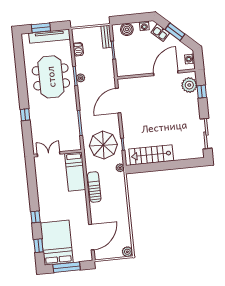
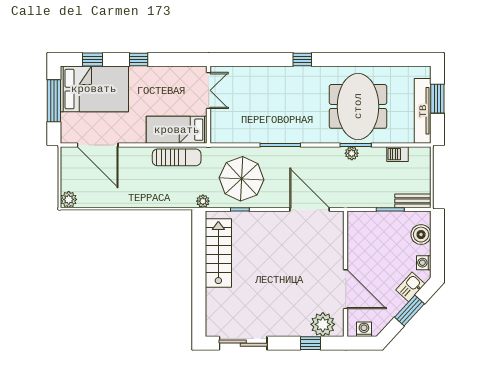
meeting table: (51, 77) -> (358, 106), turned 90
wall: (57, 153) -> (209, 105), moved
double door: (49, 154) -> (209, 90), moved
bed: (75, 172) -> (177, 130), moved

